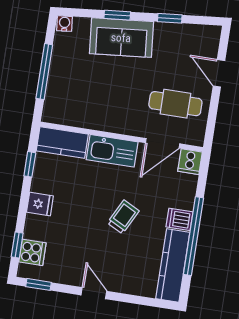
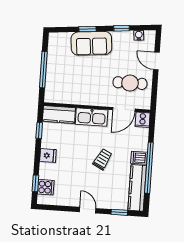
water cooler: (64, 24) -> (139, 35), moved
window: (38, 284) -> (119, 212), moved

